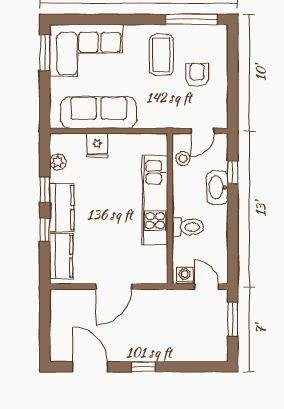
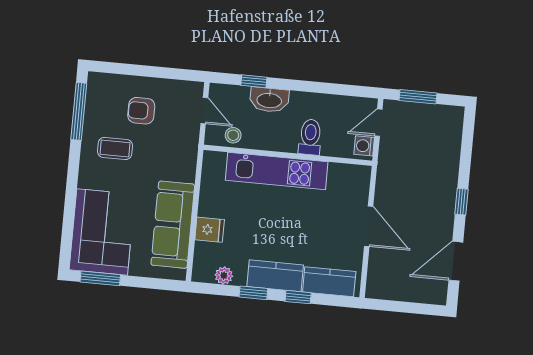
coffee table: (161, 55) -> (115, 148), width x0.73, depth x0.77

